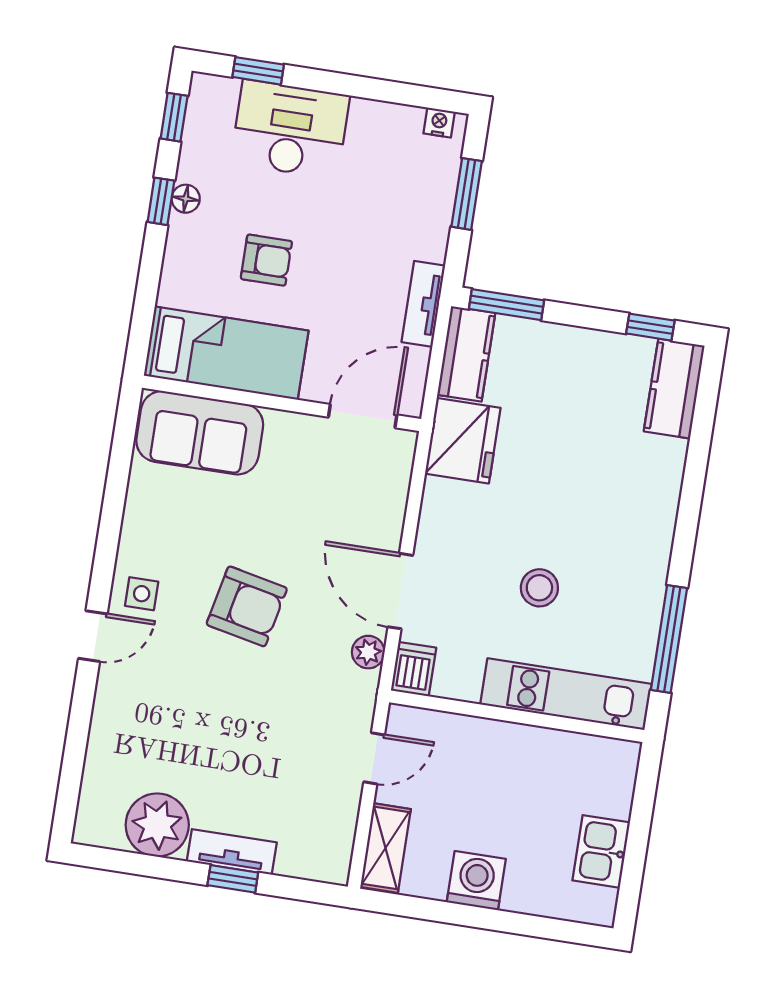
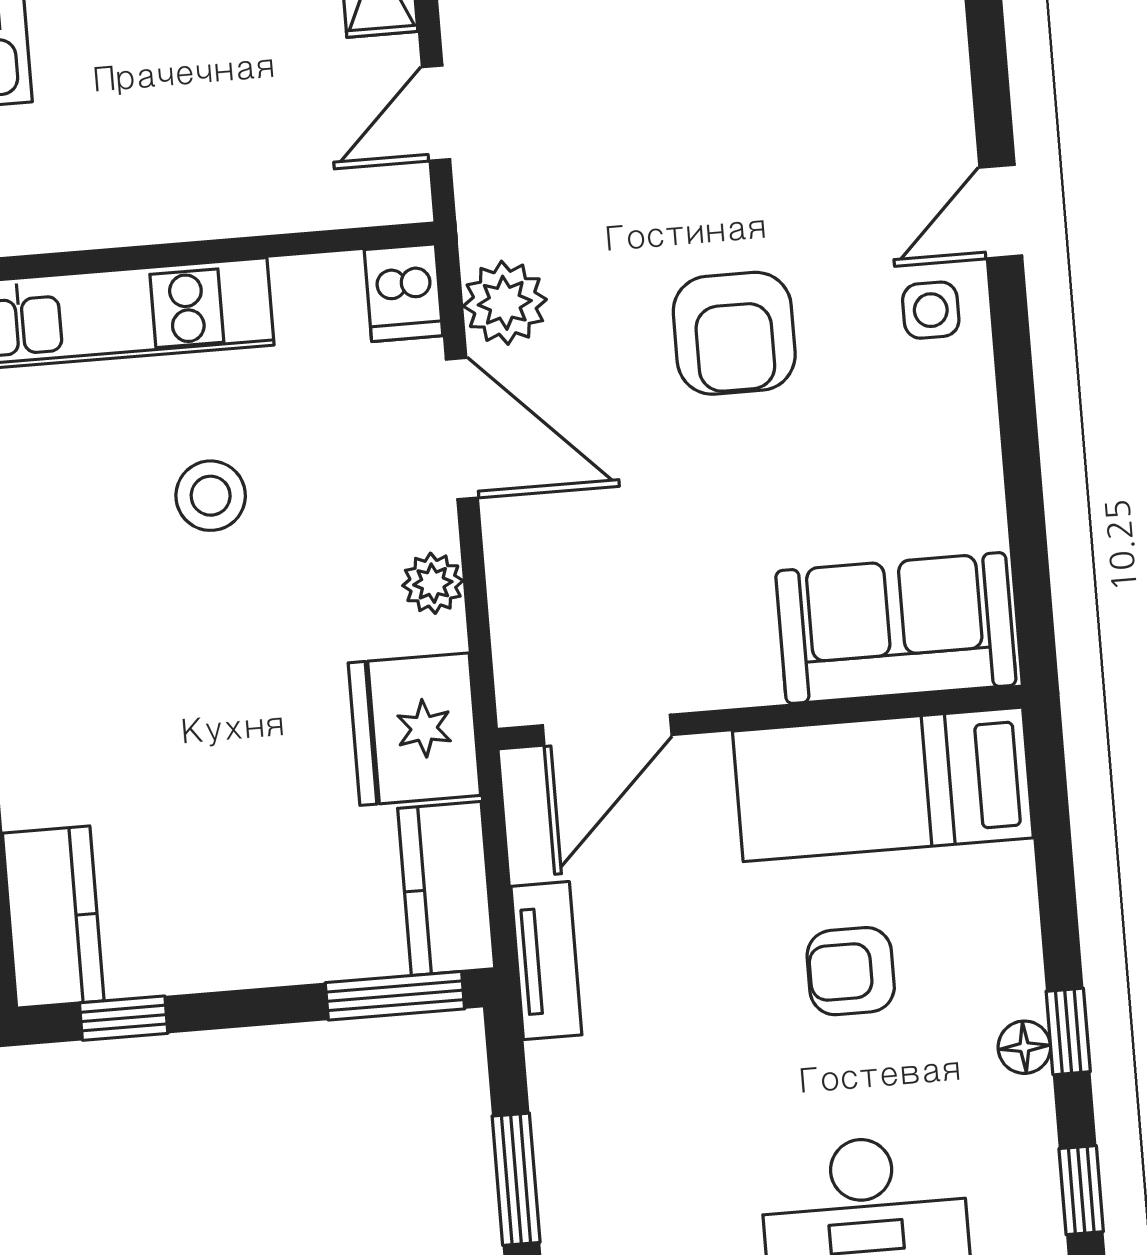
plant: (435, 514) -> (433, 583), added
armchair: (247, 606) -> (734, 333), turned -102
plant: (368, 652) -> (505, 303), width x1.38, depth x1.38

